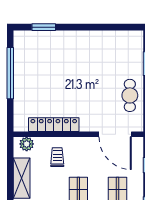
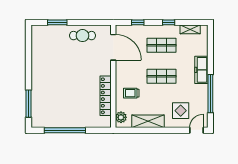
window: (44, 27) -> (28, 104), width x1.44
door: (115, 134) -> (113, 47), hinge flipped

